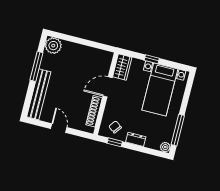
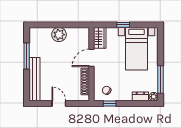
plant: (53, 46) -> (59, 35), moved
dresser: (136, 139) -> (140, 96), moved

